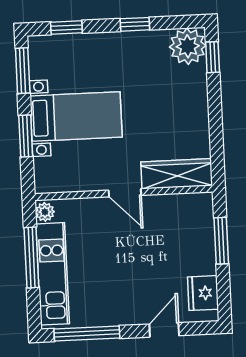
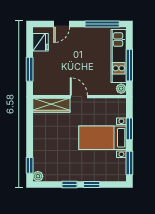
window: (66, 28) -> (92, 185), moved
plant: (188, 46) -> (38, 176), width x0.53, depth x0.53

